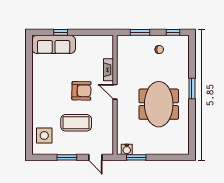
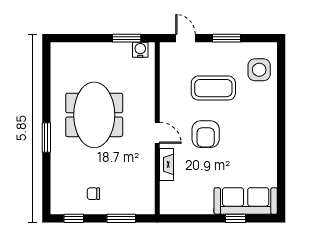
armchair: (81, 91) -> (206, 134), turned -91

